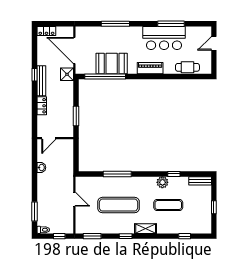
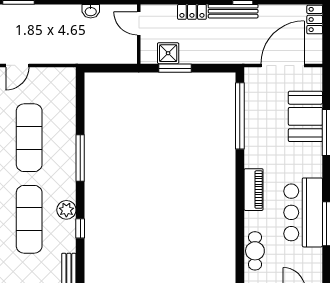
booth: (112, 64) -> (305, 116), moved
shower: (67, 74) -> (168, 53), moved
window: (117, 174) -> (80, 158), moved
door: (74, 199) -> (17, 65), moved
exercise mat: (168, 205) -> (29, 219), width x1.36, depth x1.45

